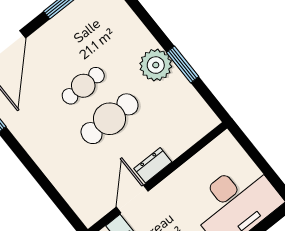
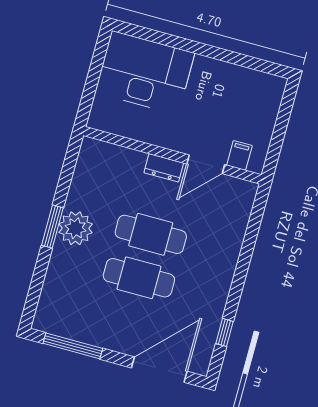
window: (183, 64) -> (52, 227), moved
cafe table: (83, 86) -> (139, 278), width x1.37, depth x1.35

